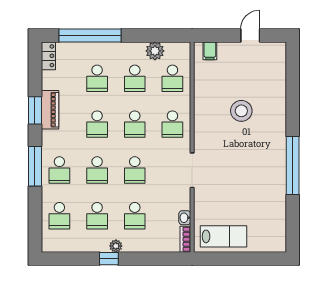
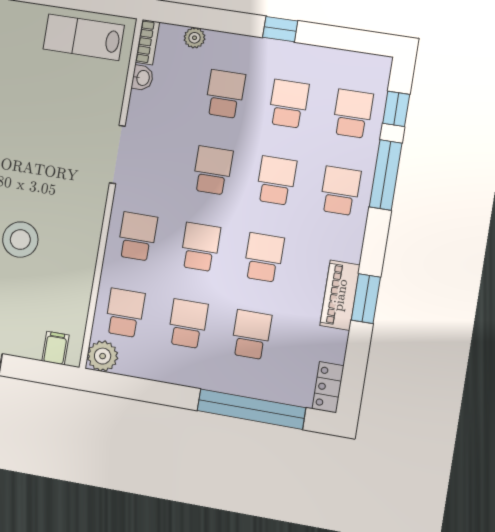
plant: (155, 51) -> (103, 356), moved
window: (35, 166) -> (386, 175), moved
window: (35, 222) -> (396, 109), added
plant: (116, 246) -> (195, 38), moved

